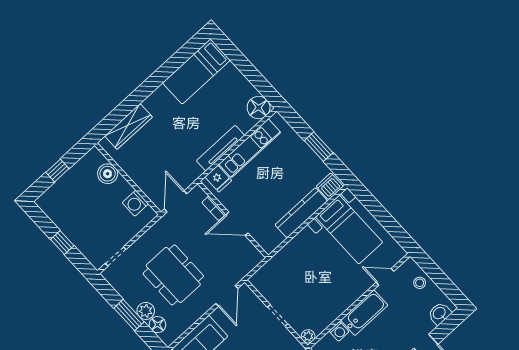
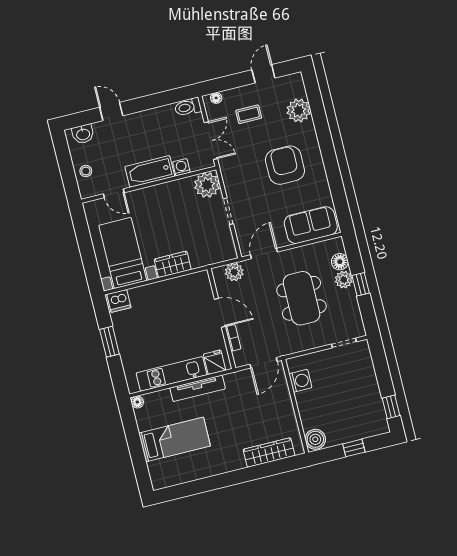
bed: (196, 71) -> (175, 439), moved
floor lamp: (259, 108) -> (137, 402), width x0.53, depth x0.53
boiler: (108, 174) -> (315, 439), moved
kitchen counter: (301, 213) -> (157, 291), removed
window: (62, 243) -> (391, 407), moved
wardrobe: (301, 243) -> (173, 264), added
plant: (244, 266) -> (234, 272), added
window: (129, 315) -> (361, 284), width x0.67
plant: (308, 336) -> (207, 185), width x1.88, depth x1.88

